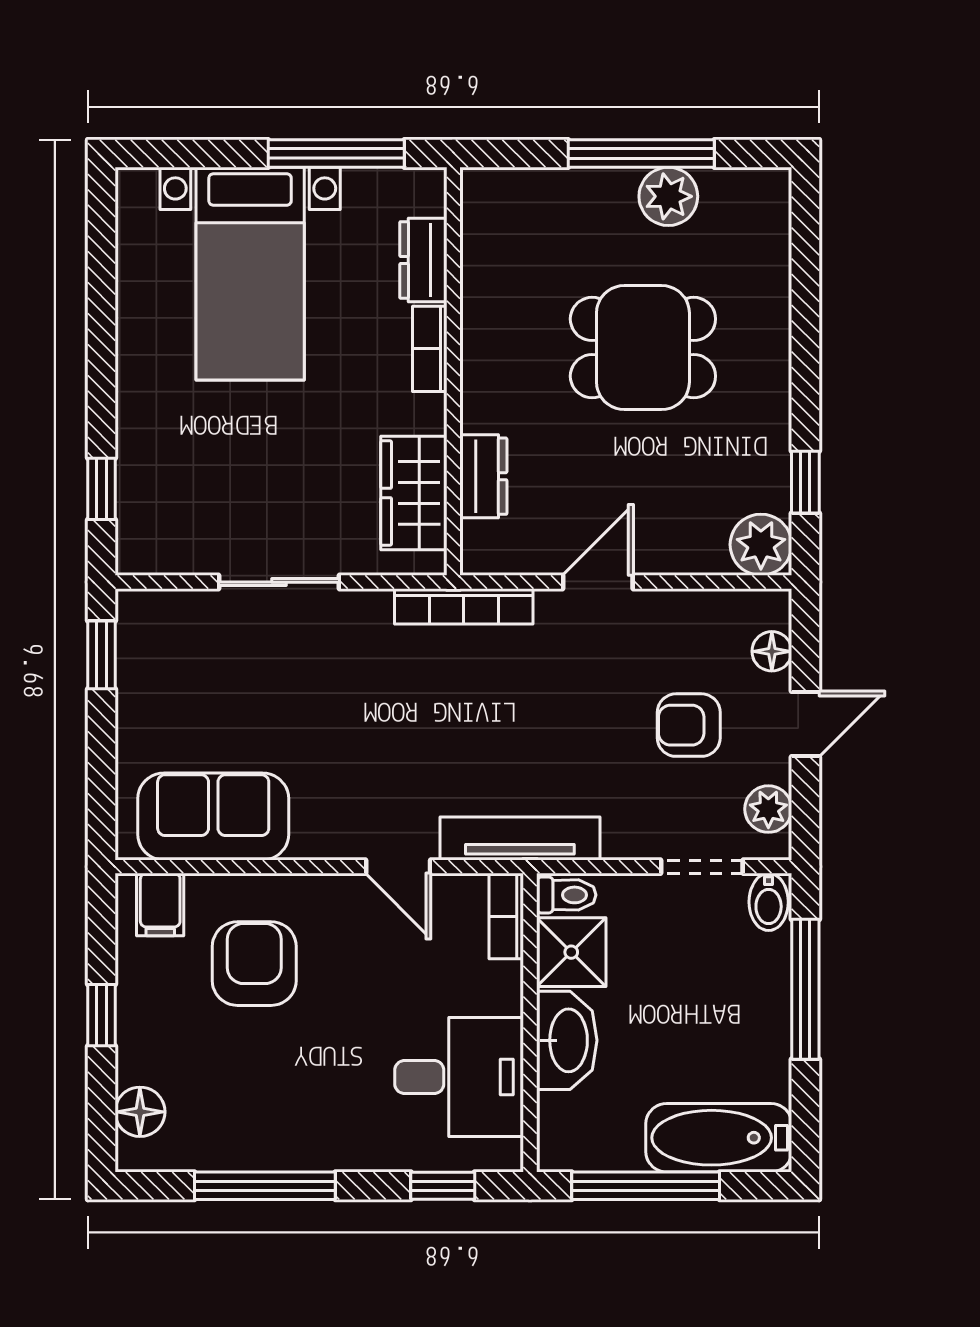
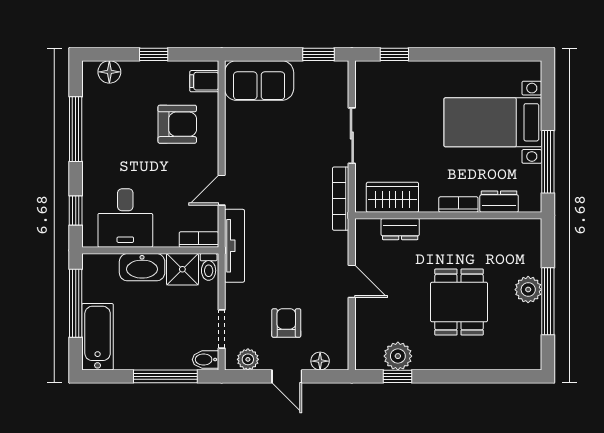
plant: (668, 196) -> (528, 290), moved
plant: (761, 545) -> (398, 356), moved
bookcase: (464, 606) -> (341, 199), moved
sofa: (213, 816) -> (259, 81), moved, turned 90

